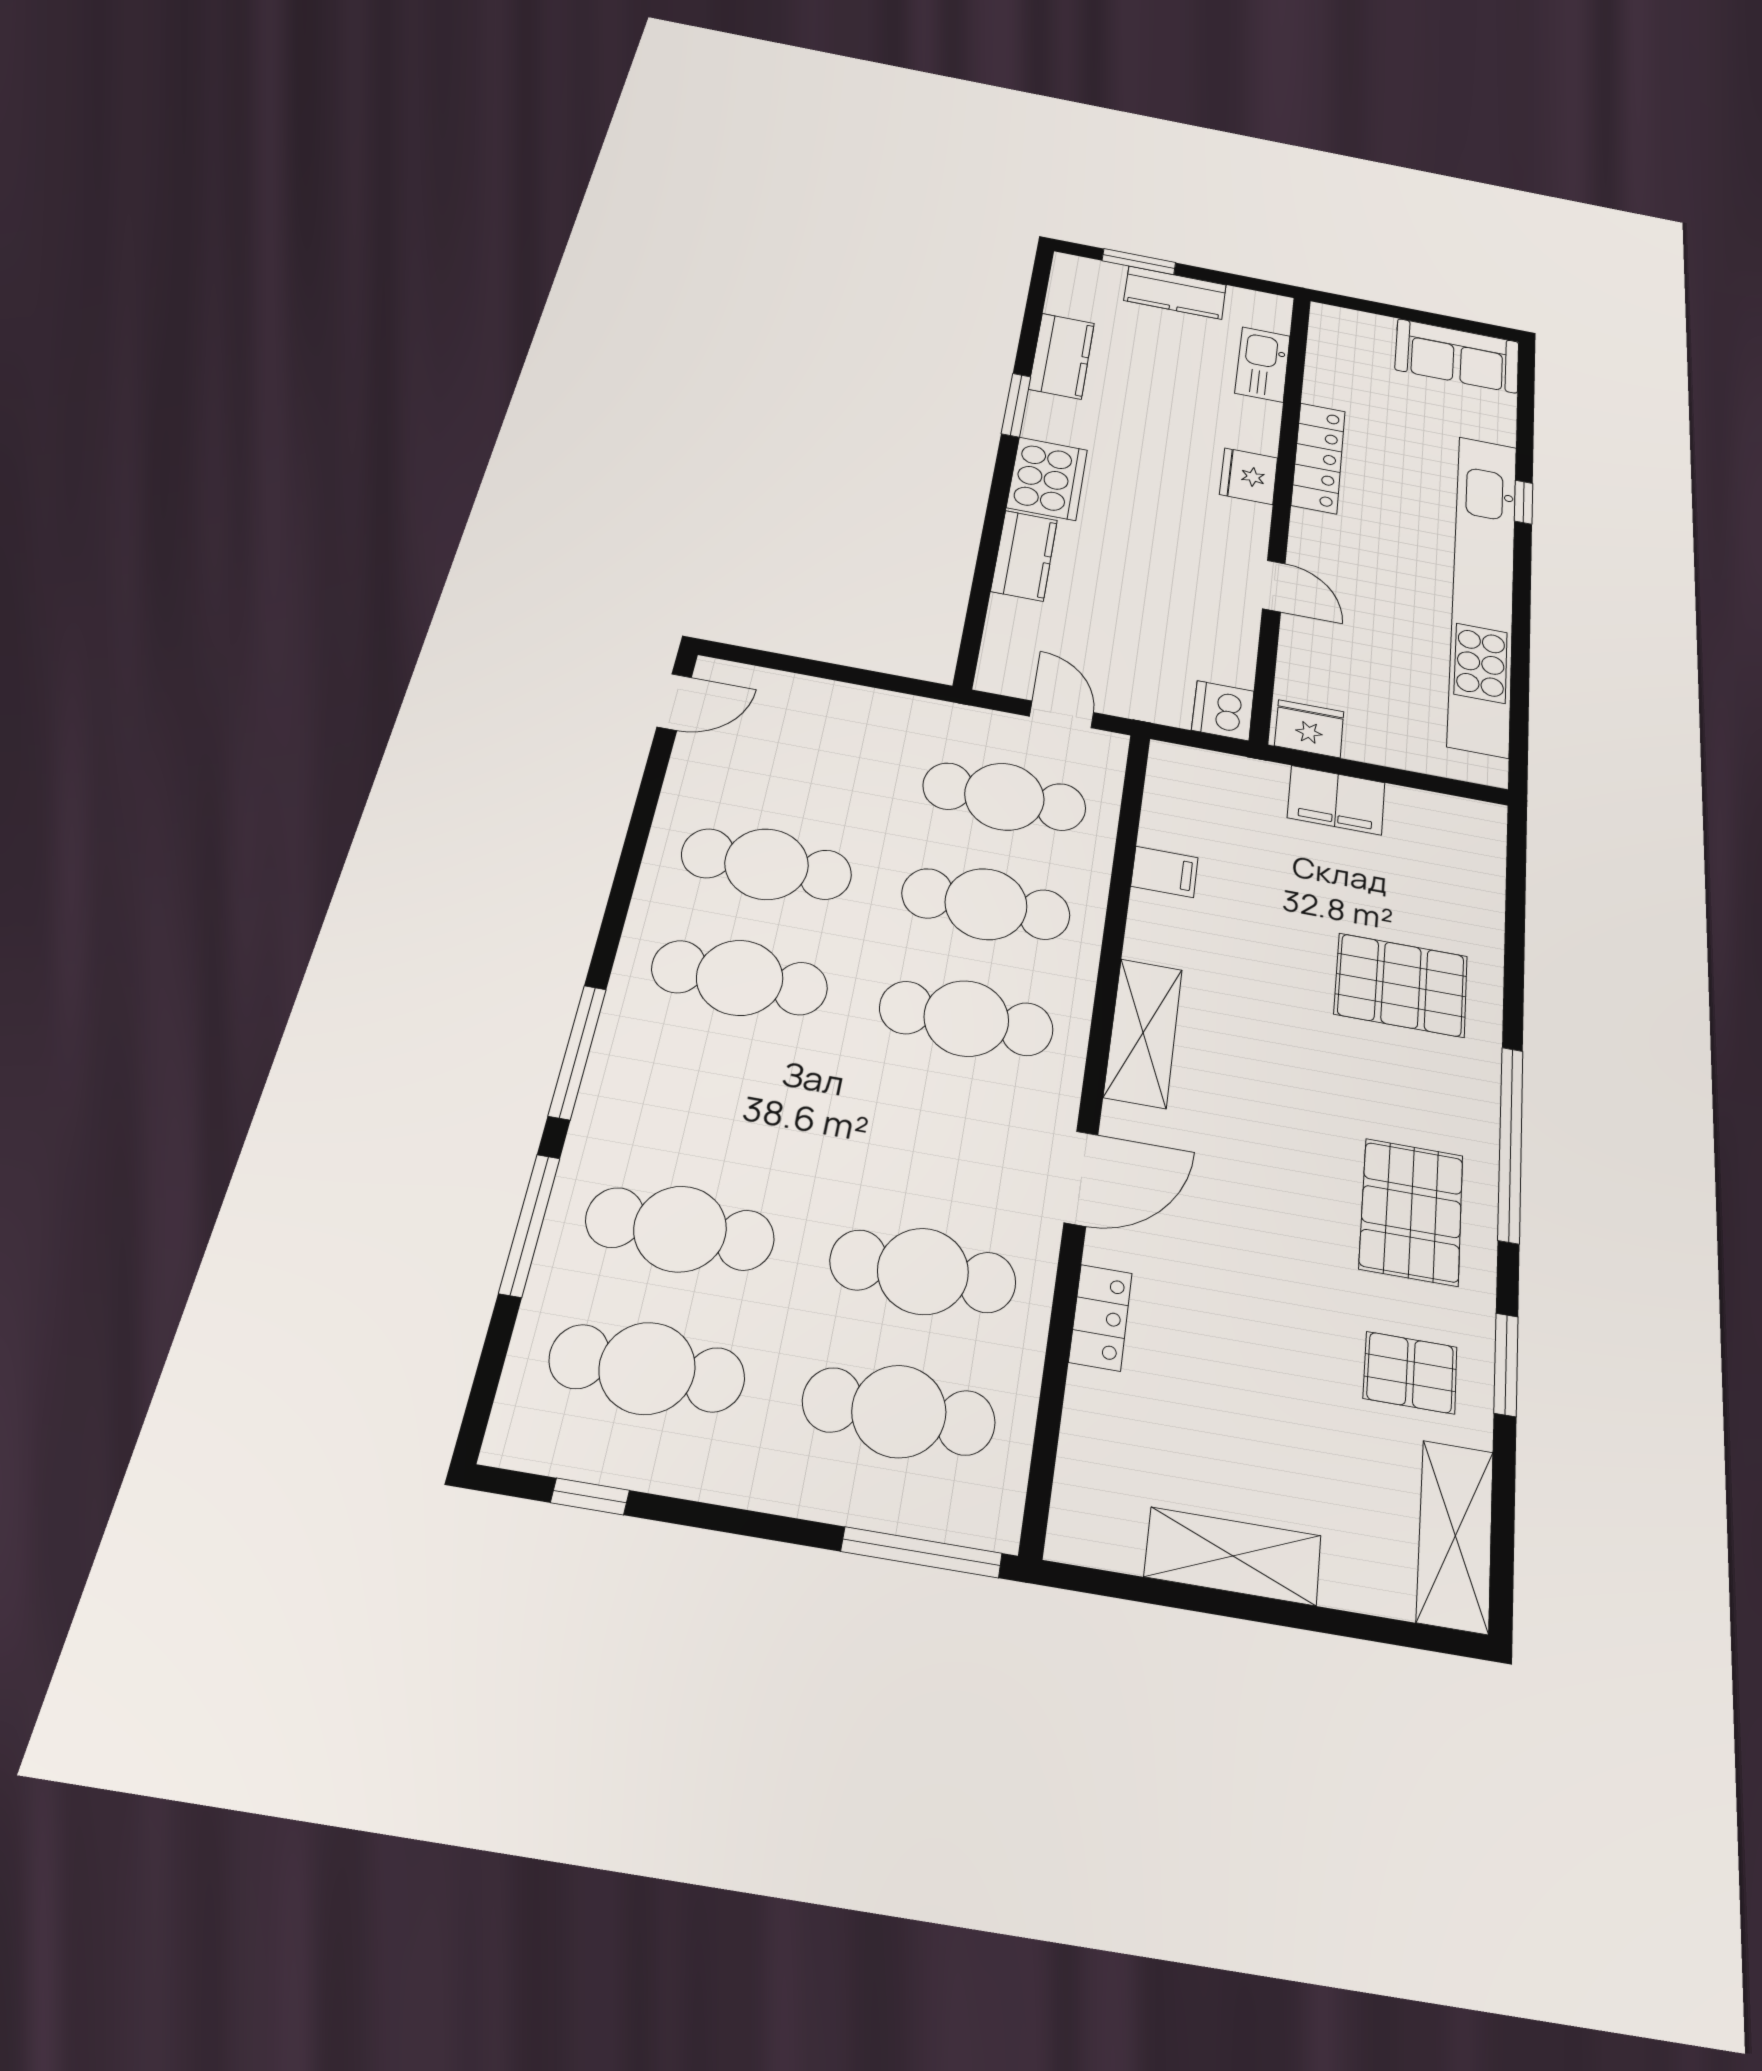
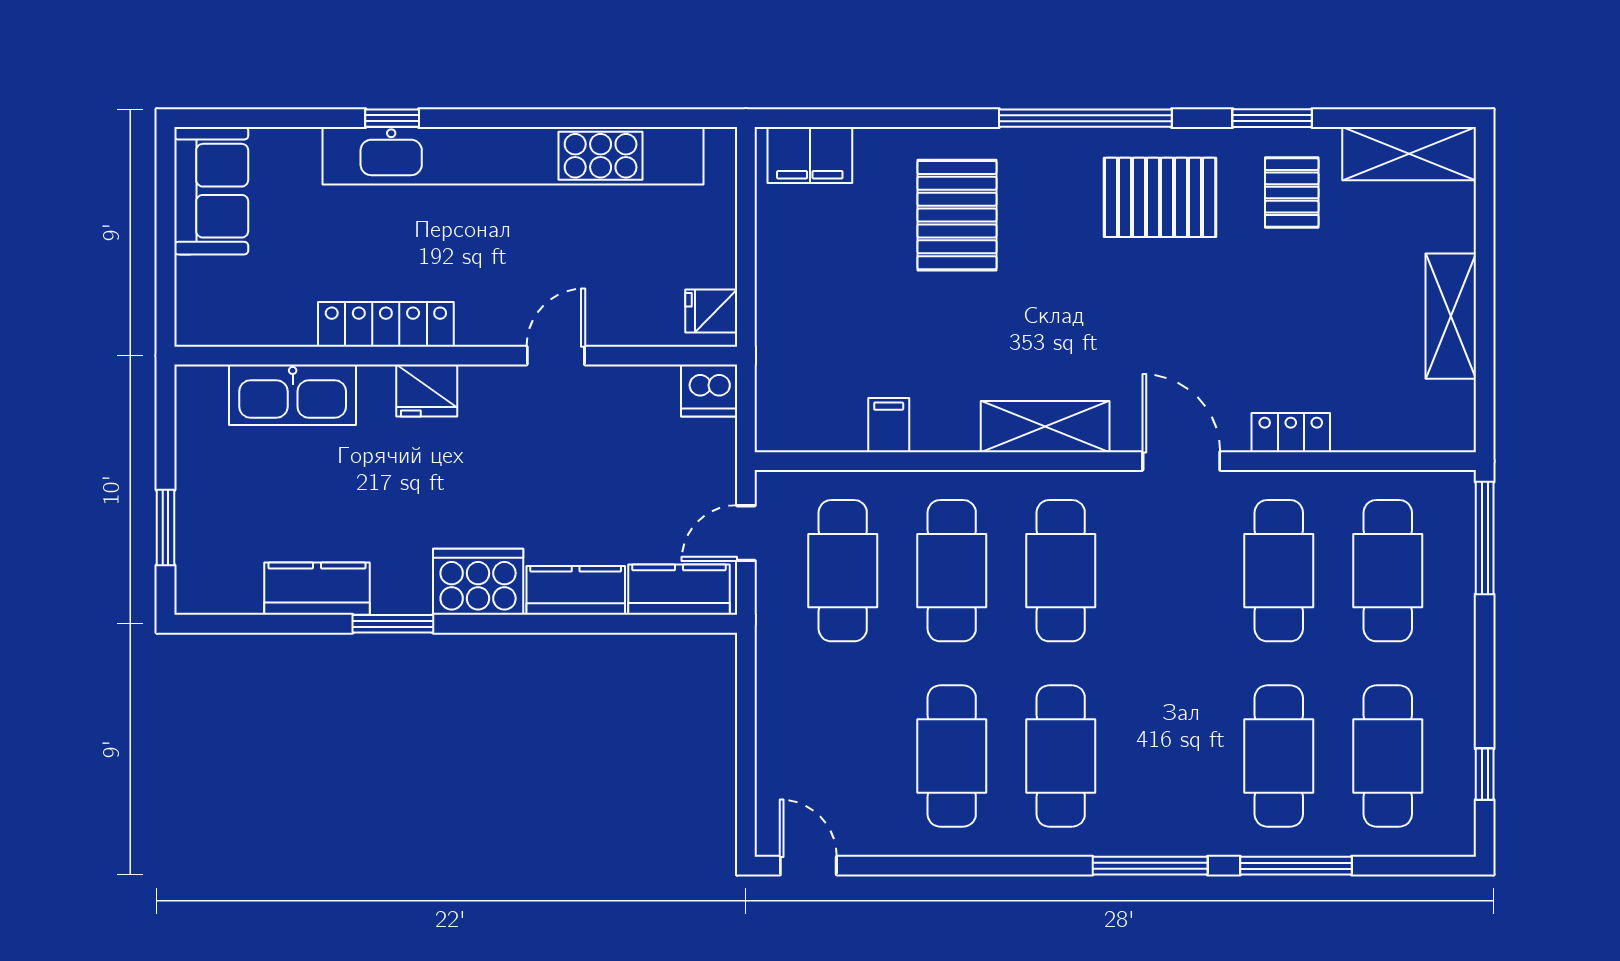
kitchen counter: (1175, 293) -> (679, 590), moved, turned -90
kitchen sink: (1263, 364) -> (293, 395), width x1.36, depth x1.24
fridge: (1309, 729) -> (711, 311), width x0.72
filing cabinet: (1336, 800) -> (810, 155), moved, turned 90

